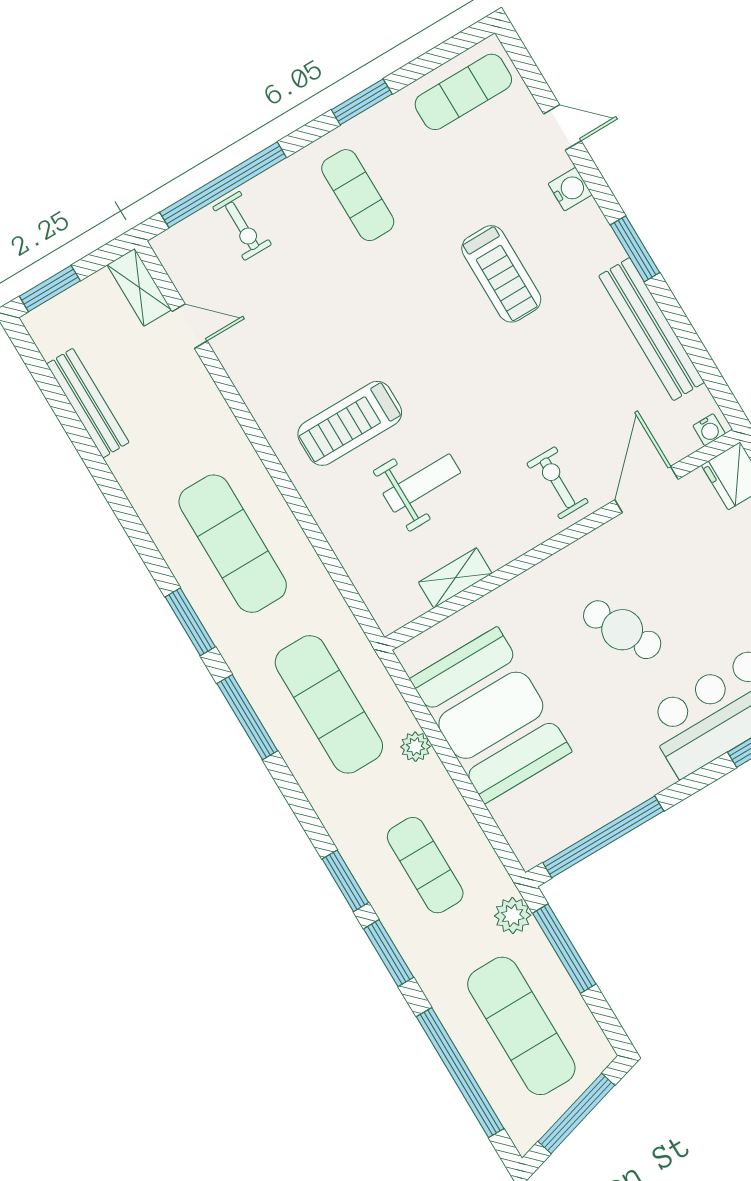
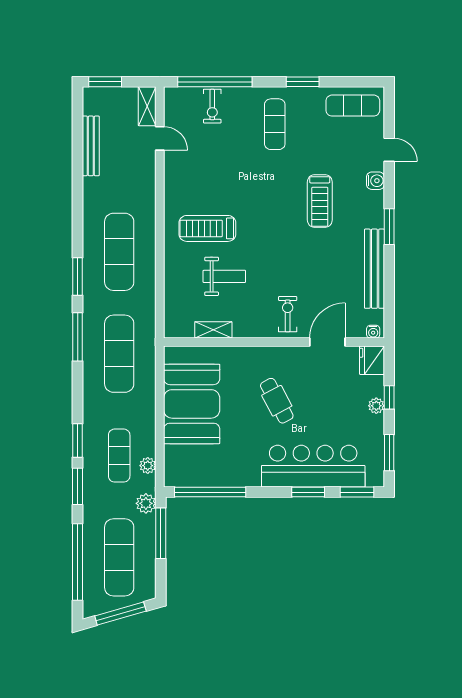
plant: (415, 747) -> (148, 466), moved

